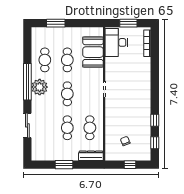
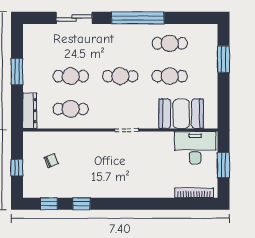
plant: (40, 87) -> (130, 36), removed

